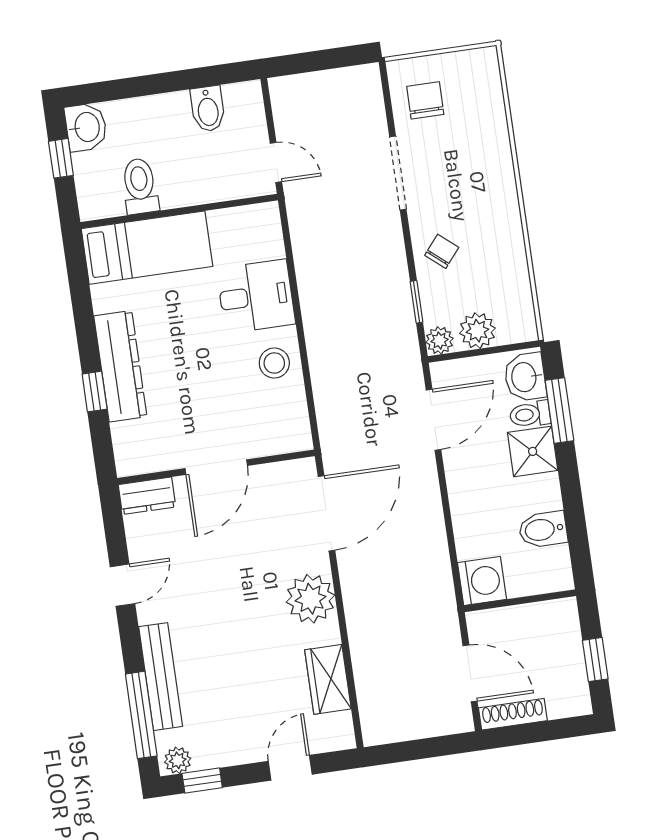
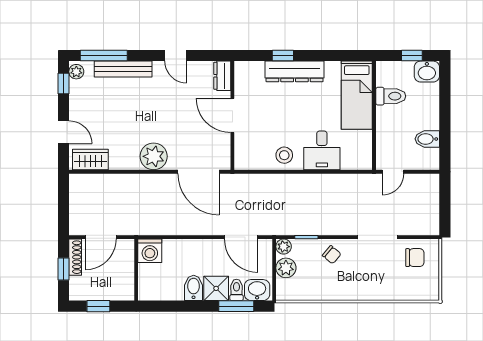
bidet: (543, 529) -> (194, 288), moved
wardrobe: (328, 679) -> (90, 160), moved
window: (537, 732) -> (63, 269), added

